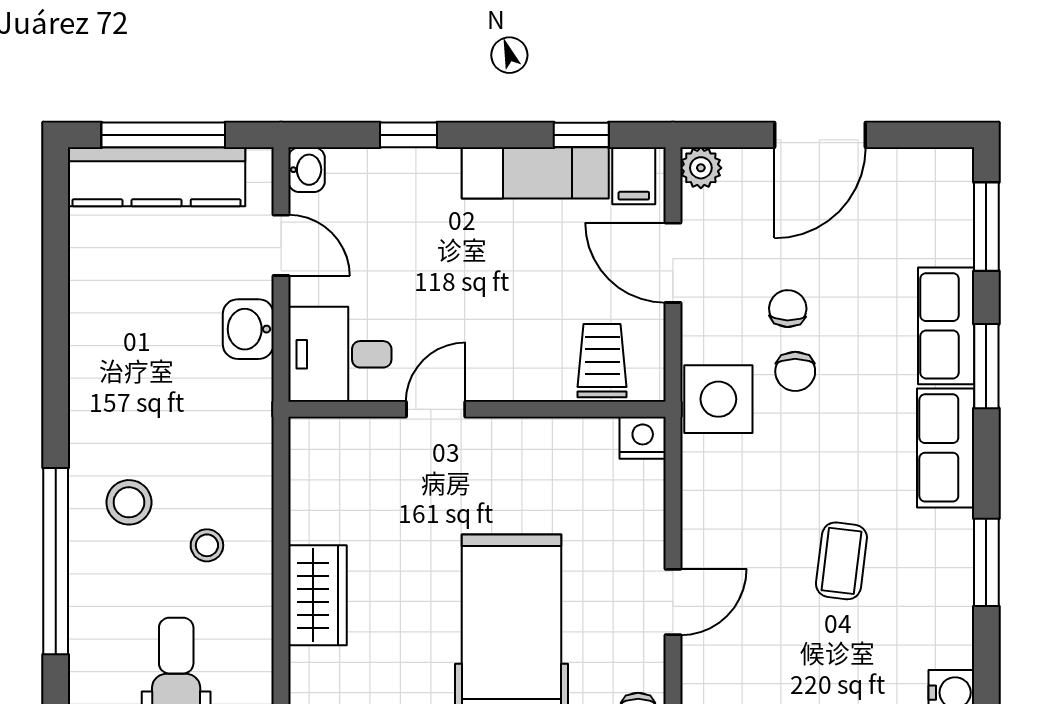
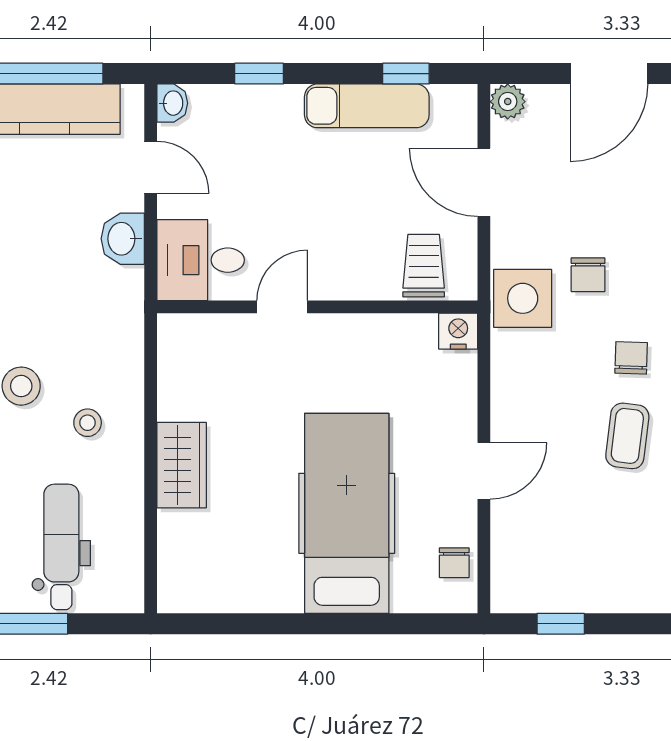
filing cabinet: (634, 176) -> (451, 108), removed
chair: (788, 309) -> (631, 358), moved

